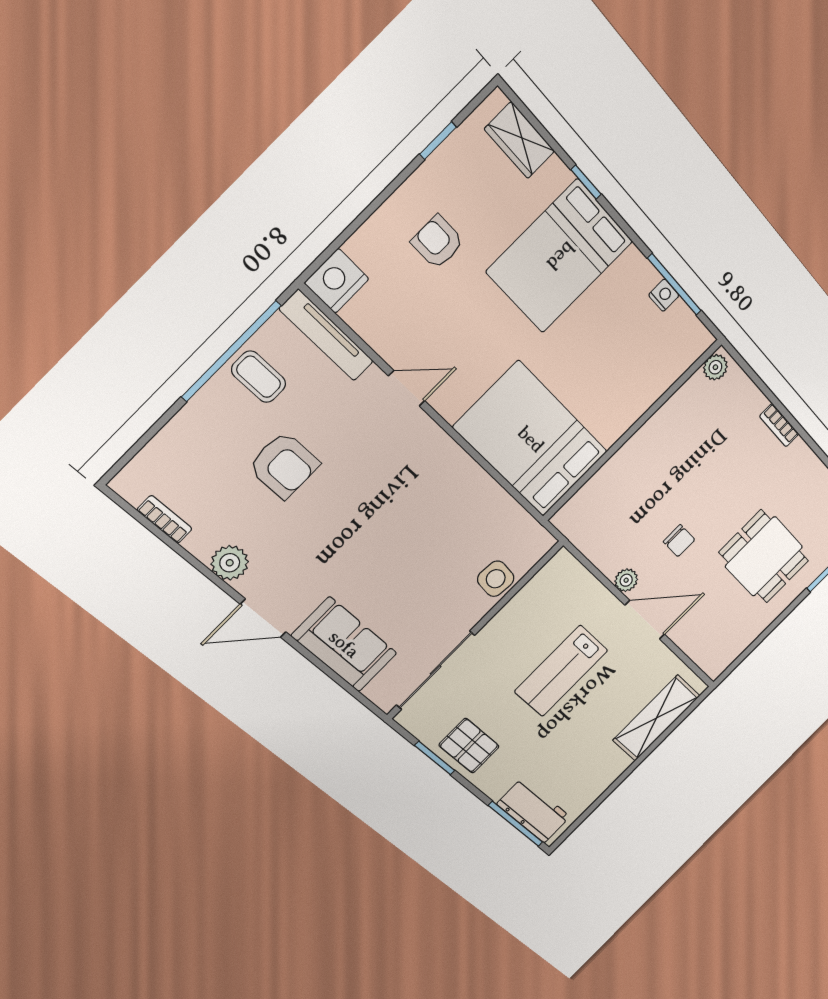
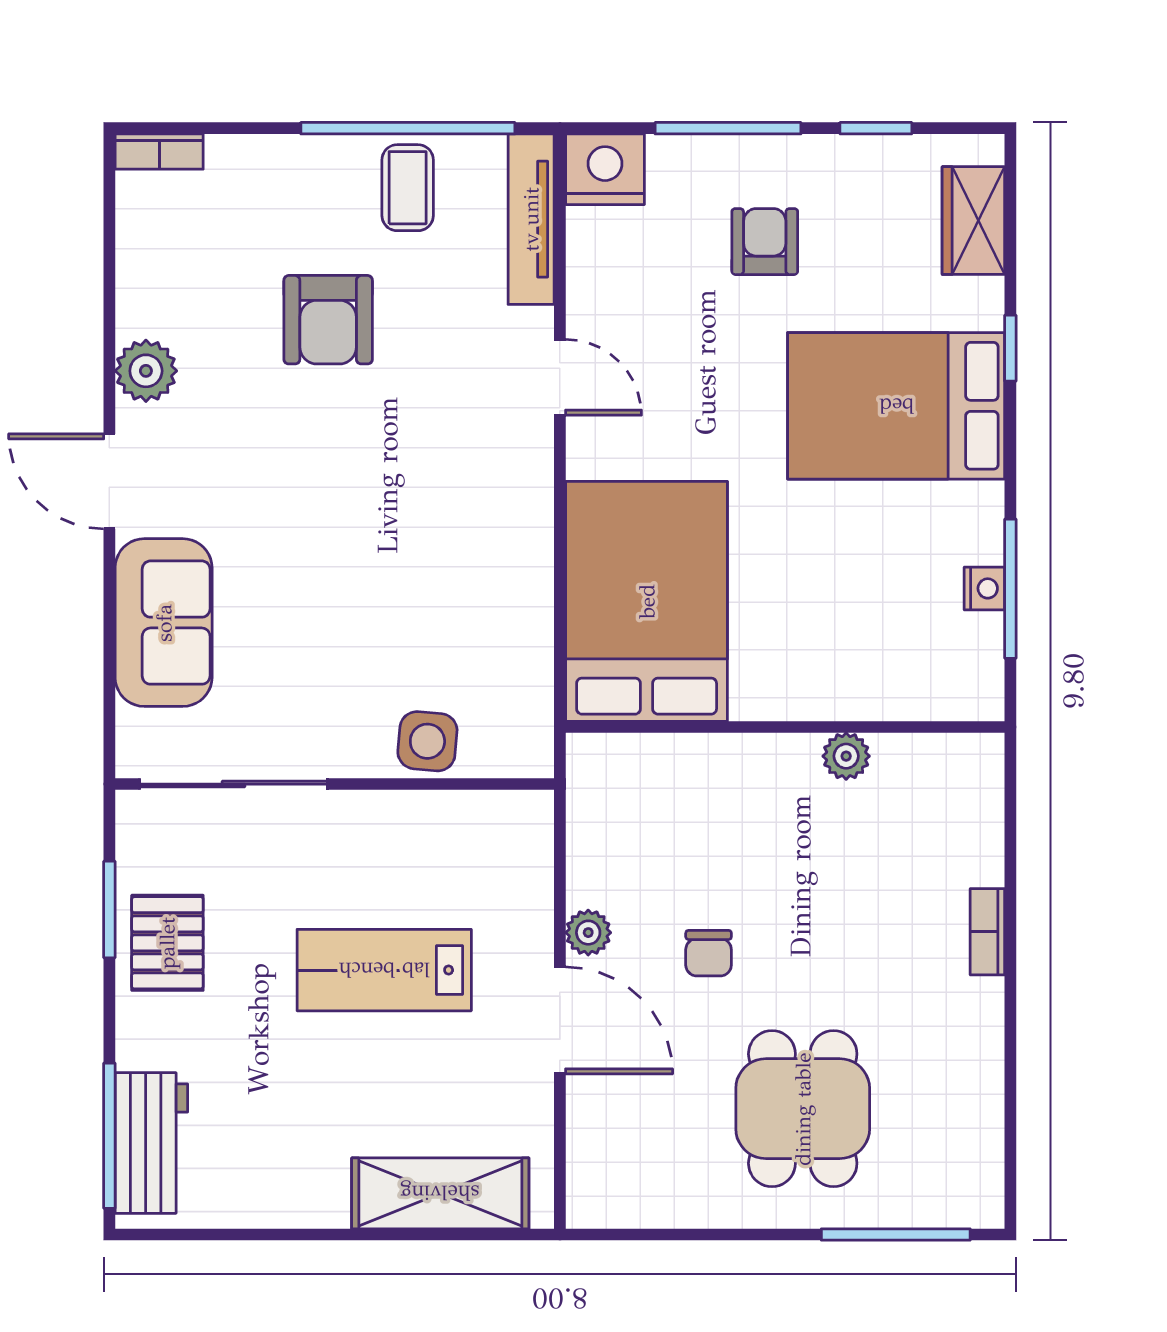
window: (373, 207) -> (728, 128), added
plant: (715, 367) -> (846, 756), moved
bookcase: (165, 519) -> (159, 152), moved, turned 90

